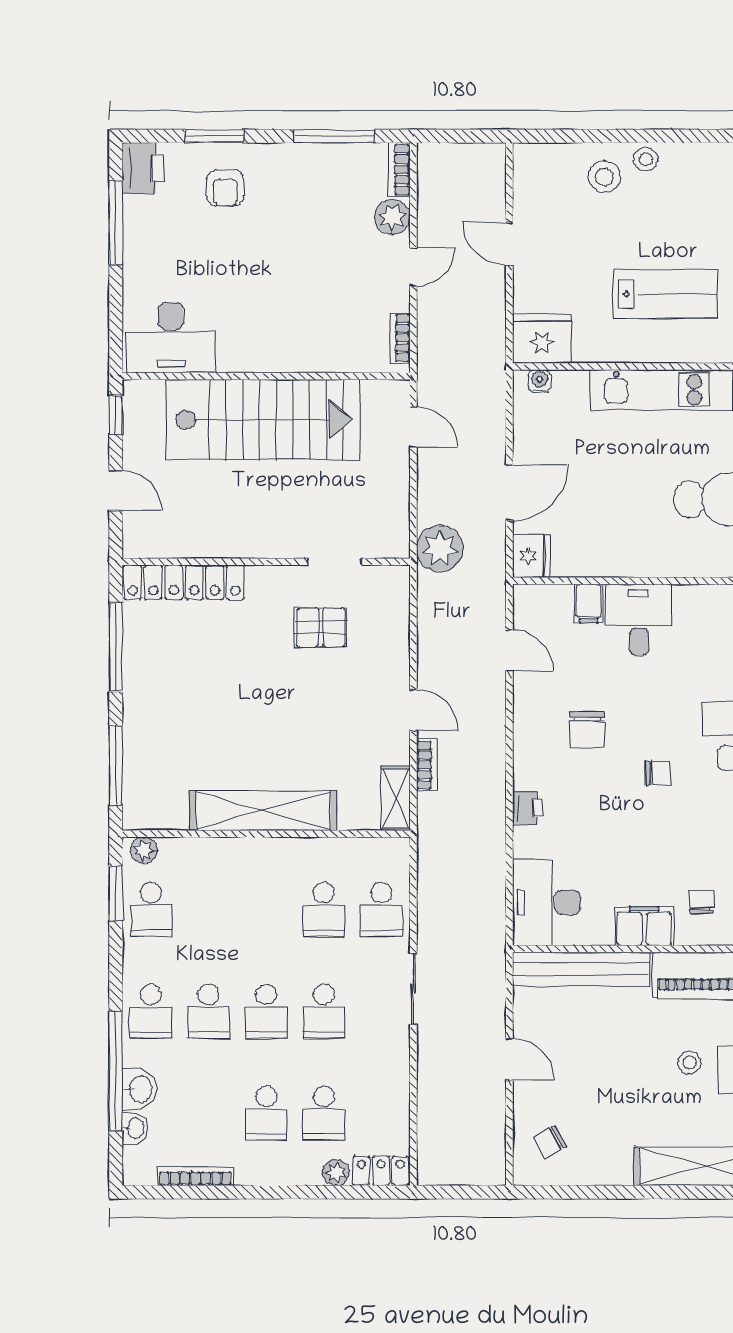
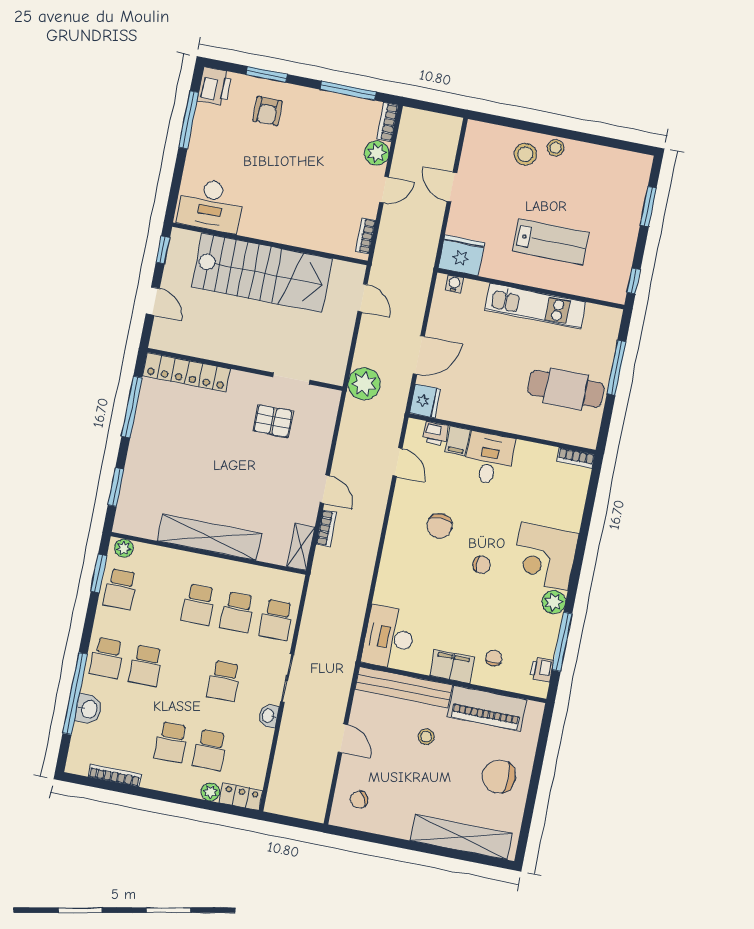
window: (116, 766) -> (116, 487), width x0.69
printer: (528, 808) -> (435, 433), moved, turned 90
school desk: (266, 1011) -> (198, 605), moved
stool: (690, 1062) -> (426, 737), moved
washbasin: (135, 1128) -> (269, 716), moved, turned 180

